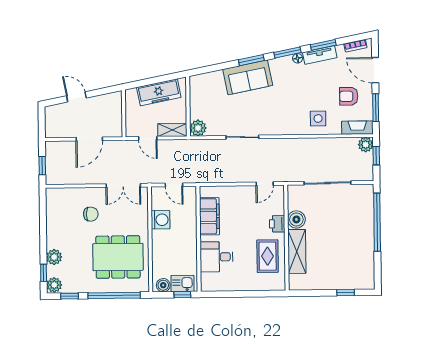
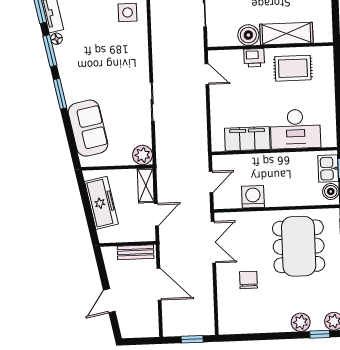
sofa: (248, 77) -> (88, 128), moved
bench: (117, 120) -> (136, 252), added
desk: (216, 257) -> (295, 129), width x1.37

